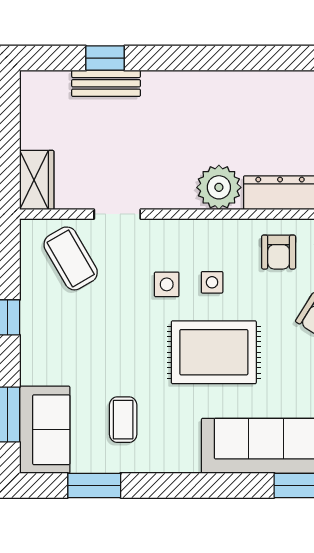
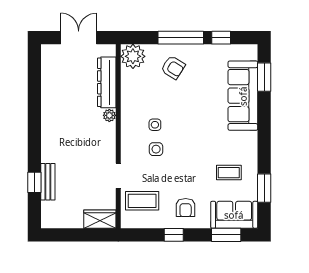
plant: (219, 187) -> (109, 115), width x0.53, depth x0.53
armchair: (279, 252) -> (186, 208), moved, turned 90
coffee table: (71, 258) -> (142, 201), turned 30
rug: (214, 352) -> (193, 124), removed

